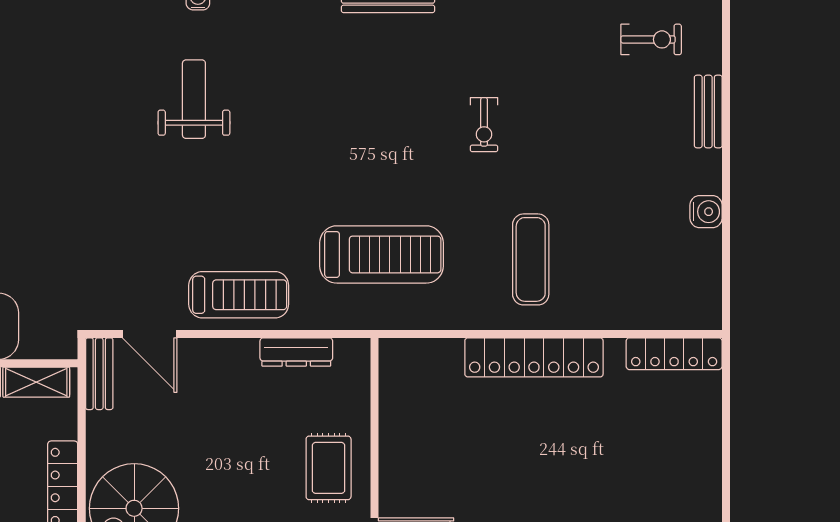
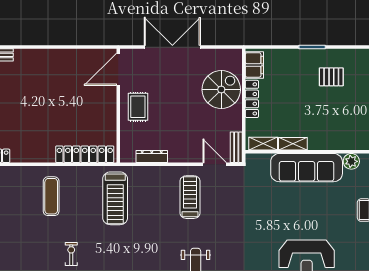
treadmill: (381, 254) -> (115, 198), turned -90
treadmill: (239, 295) -> (190, 197), moved, turned 90
locker: (534, 357) -> (85, 154), moved

